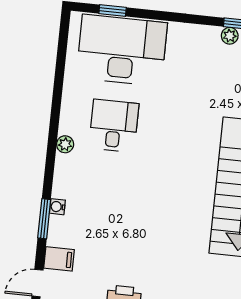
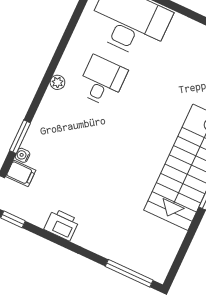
water cooler: (57, 207) -> (23, 155), moved

